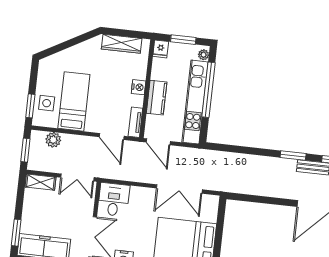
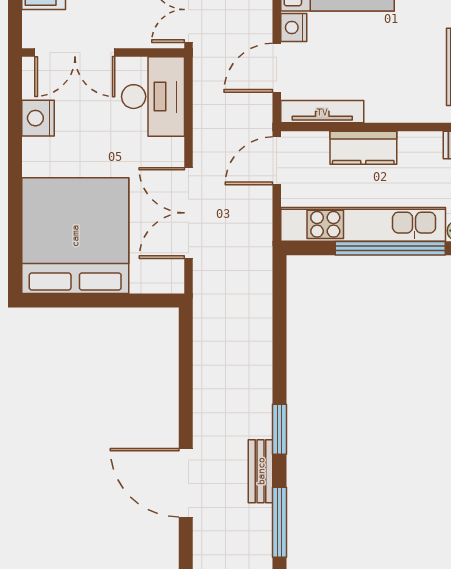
nightstand: (139, 87) -> (294, 27), moved, turned 90
tv unit: (135, 122) -> (322, 112), width x1.41
desk: (114, 200) -> (153, 97), width x1.37

